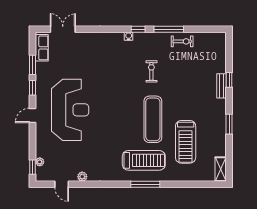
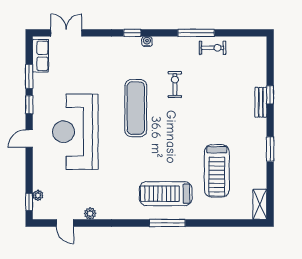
window: (138, 29) -> (132, 33), moved
reception desk: (70, 110) -> (75, 132), turned 180
exercise mat: (153, 119) -> (136, 108), moved
treadmill: (144, 160) -> (166, 194), turned 180

